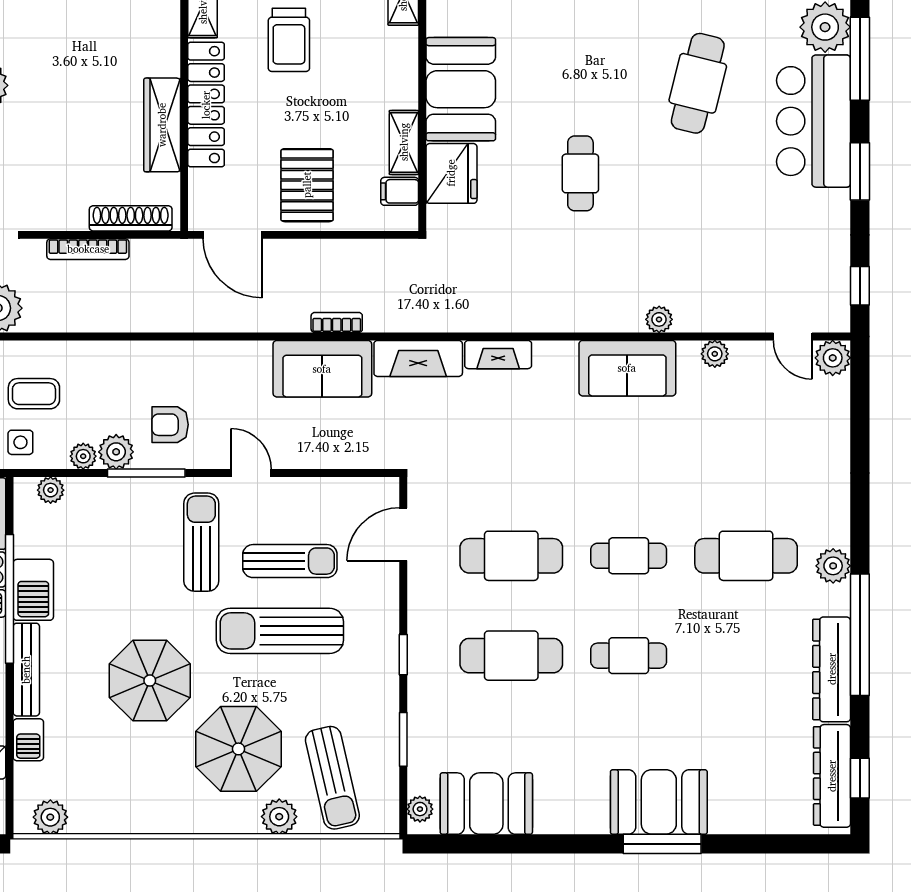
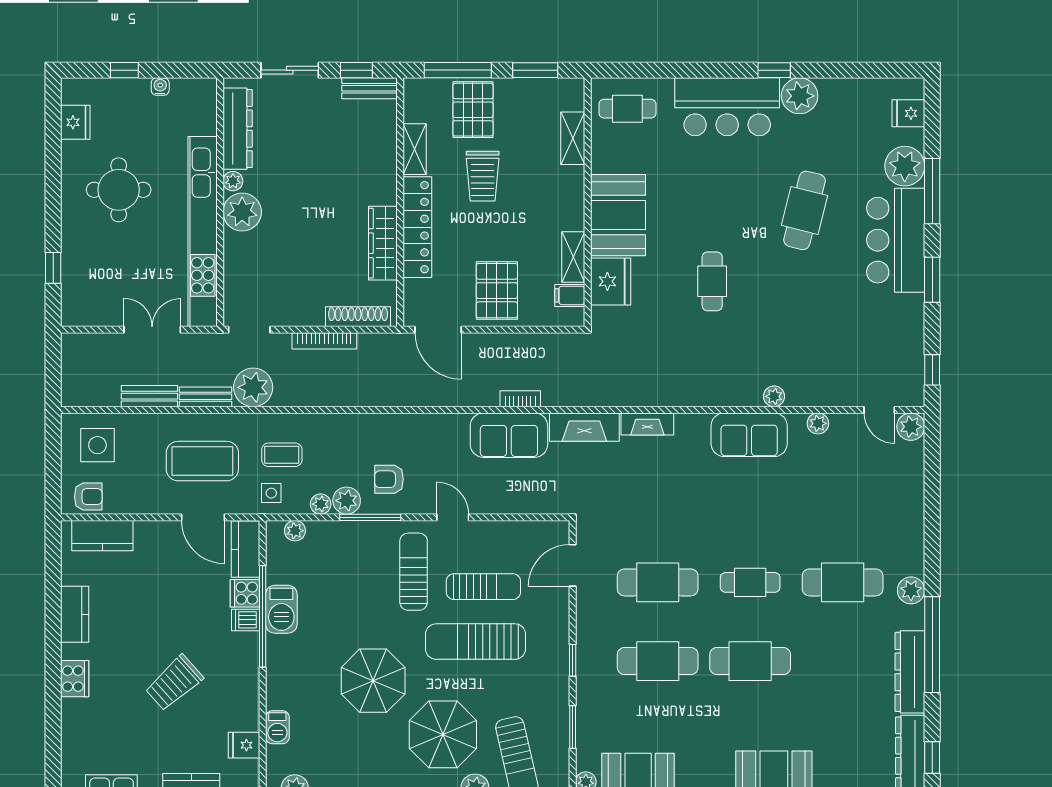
cafe table: (629, 656) -> (750, 661), width x1.37, depth x1.35
bench: (26, 670) -> (276, 672), removed

